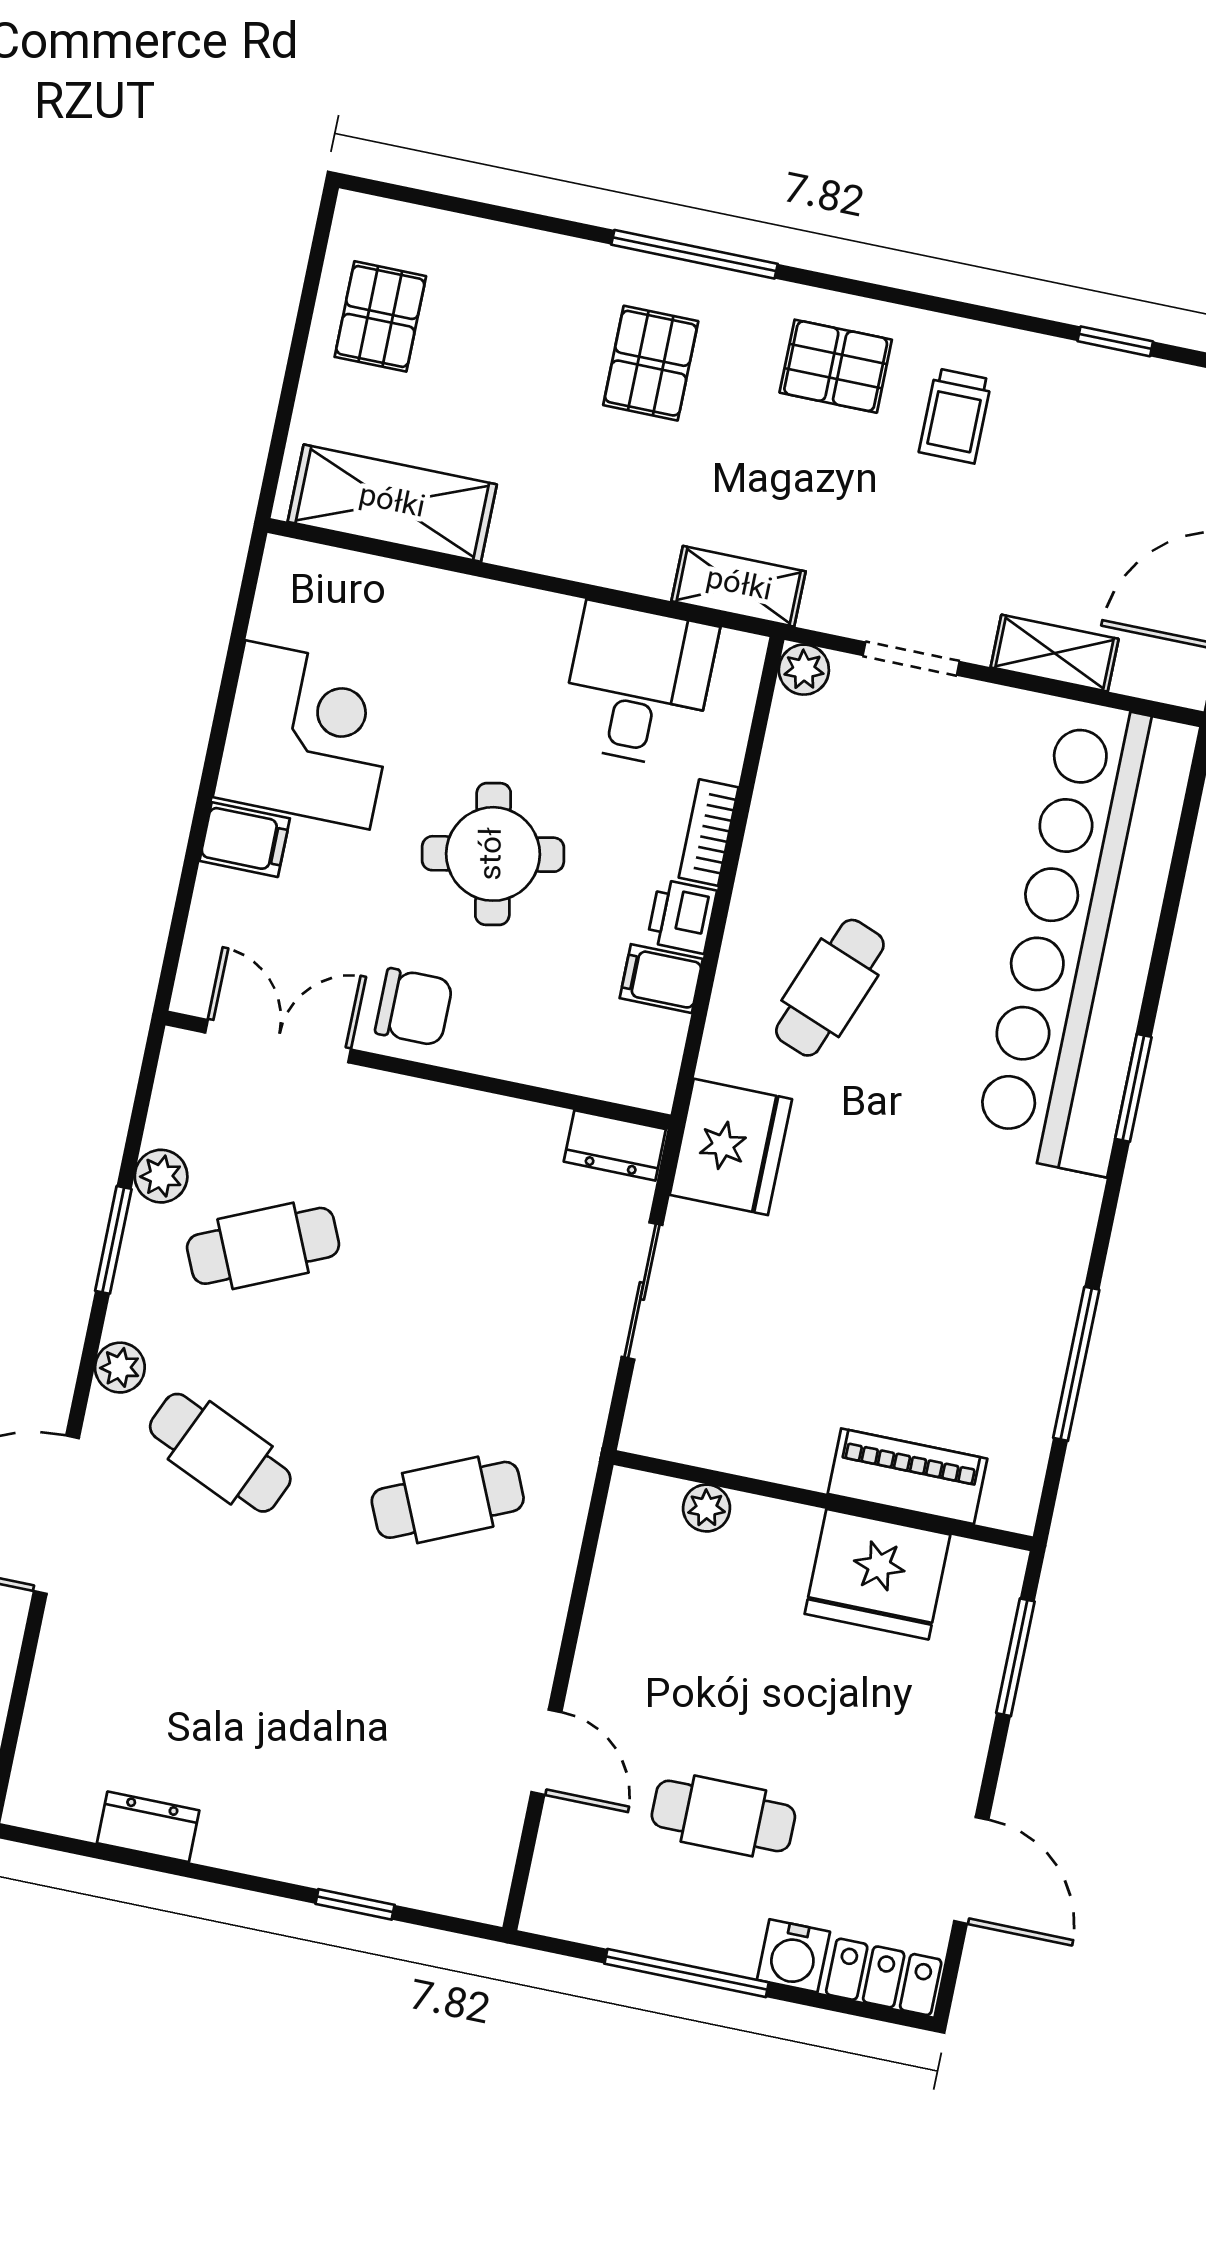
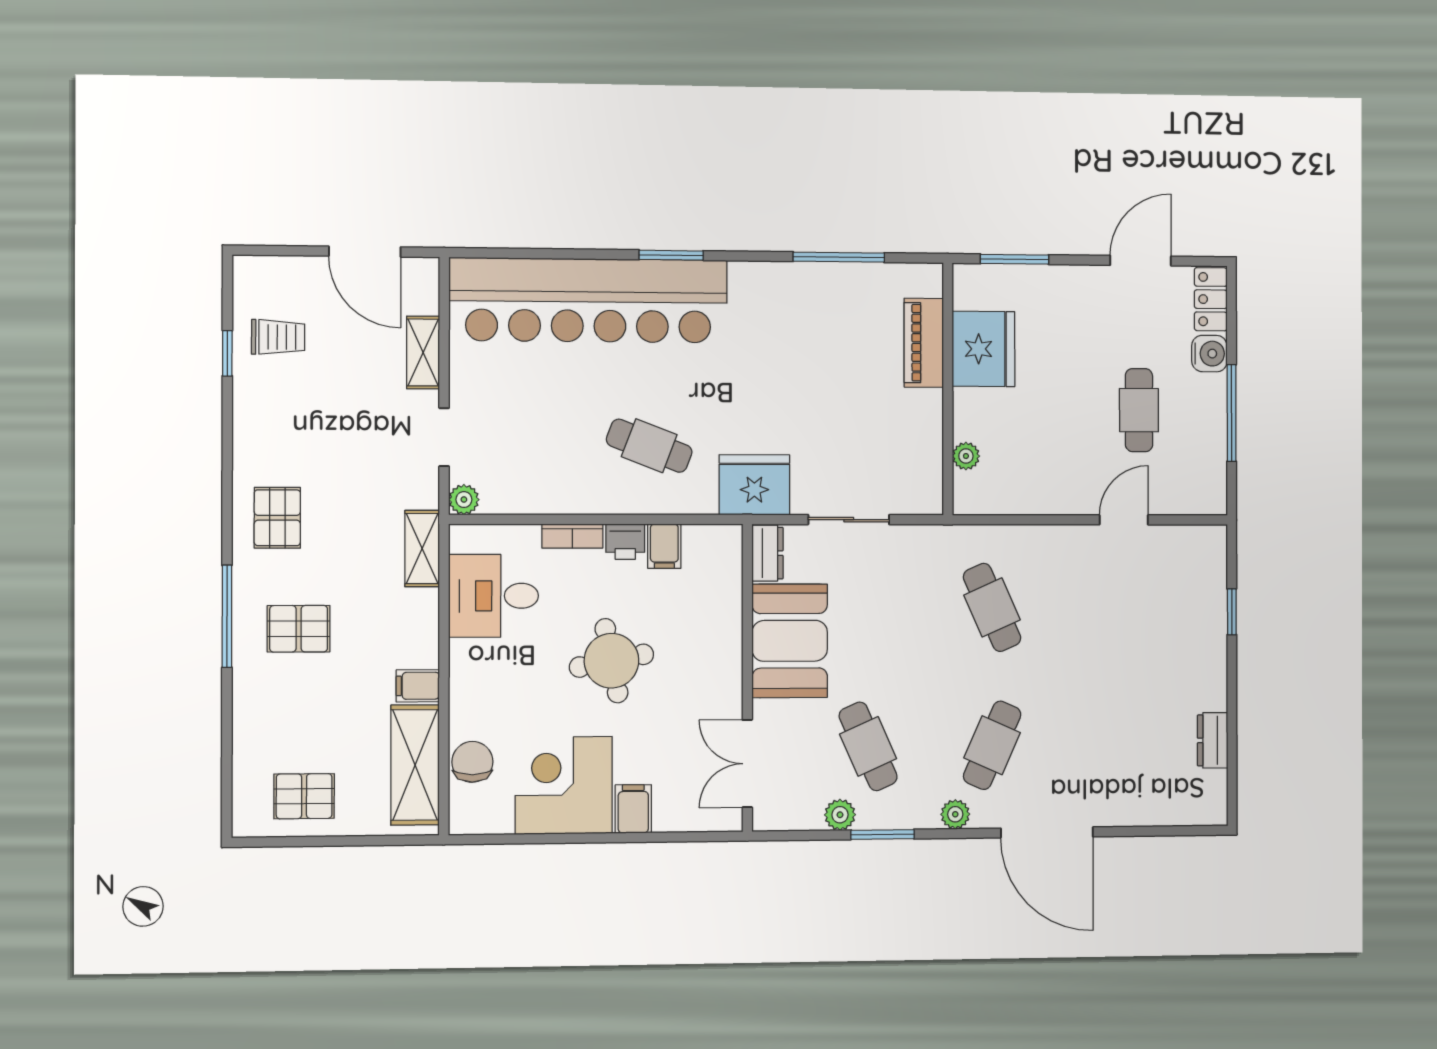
trolley: (955, 416) -> (278, 337), moved
filing cabinet: (519, 534) -> (418, 686), added
chair: (414, 1007) -> (472, 762), moved
booth: (464, 1152) -> (790, 641), added

